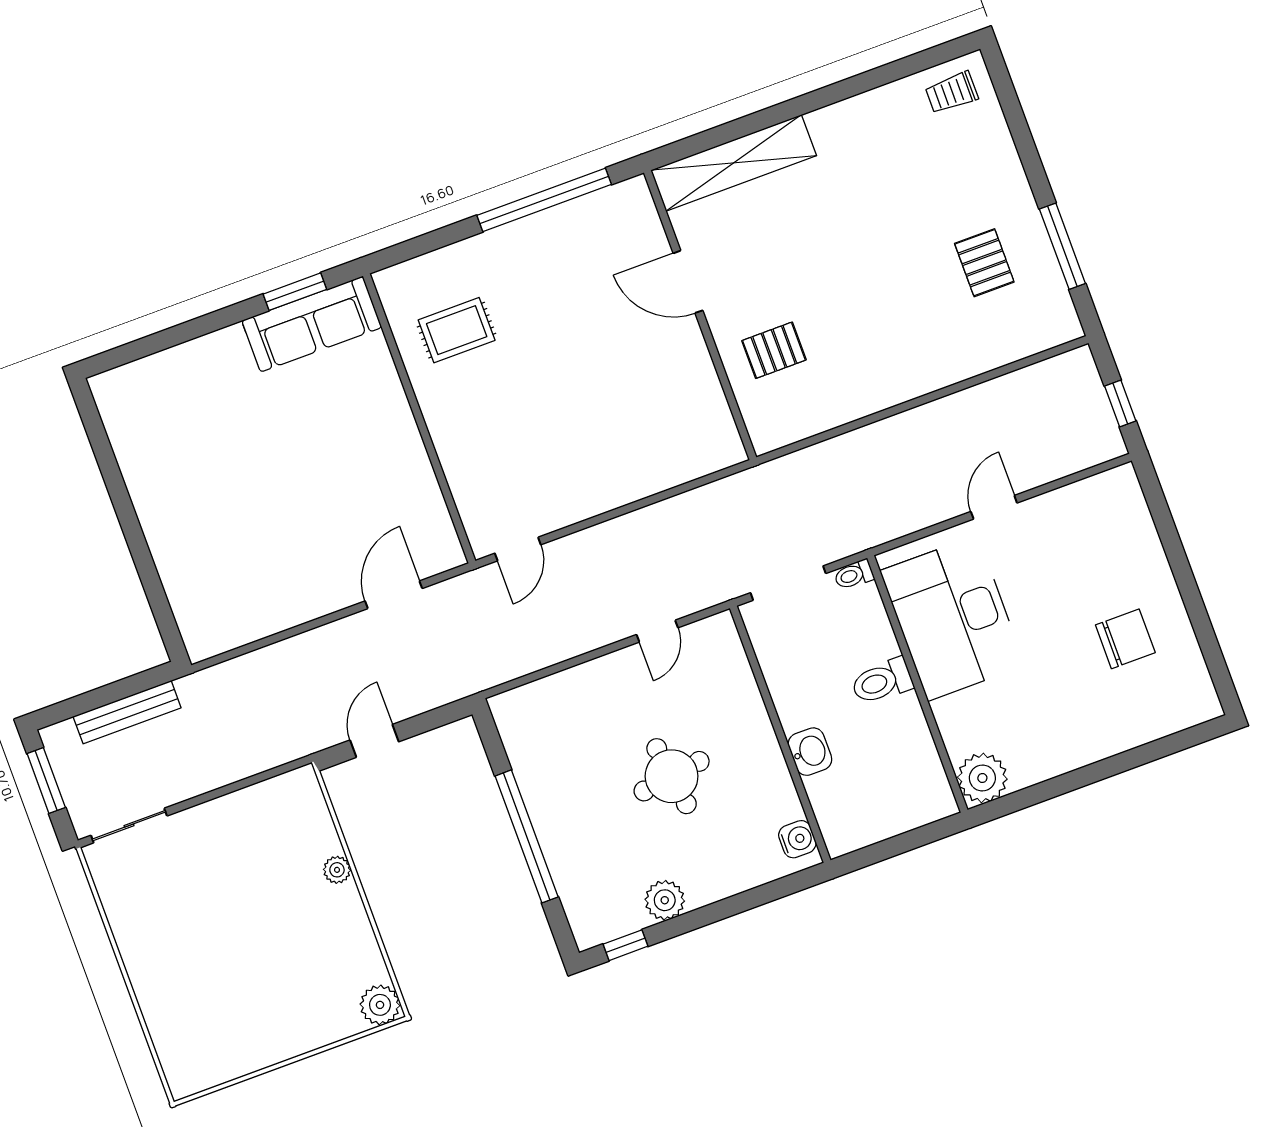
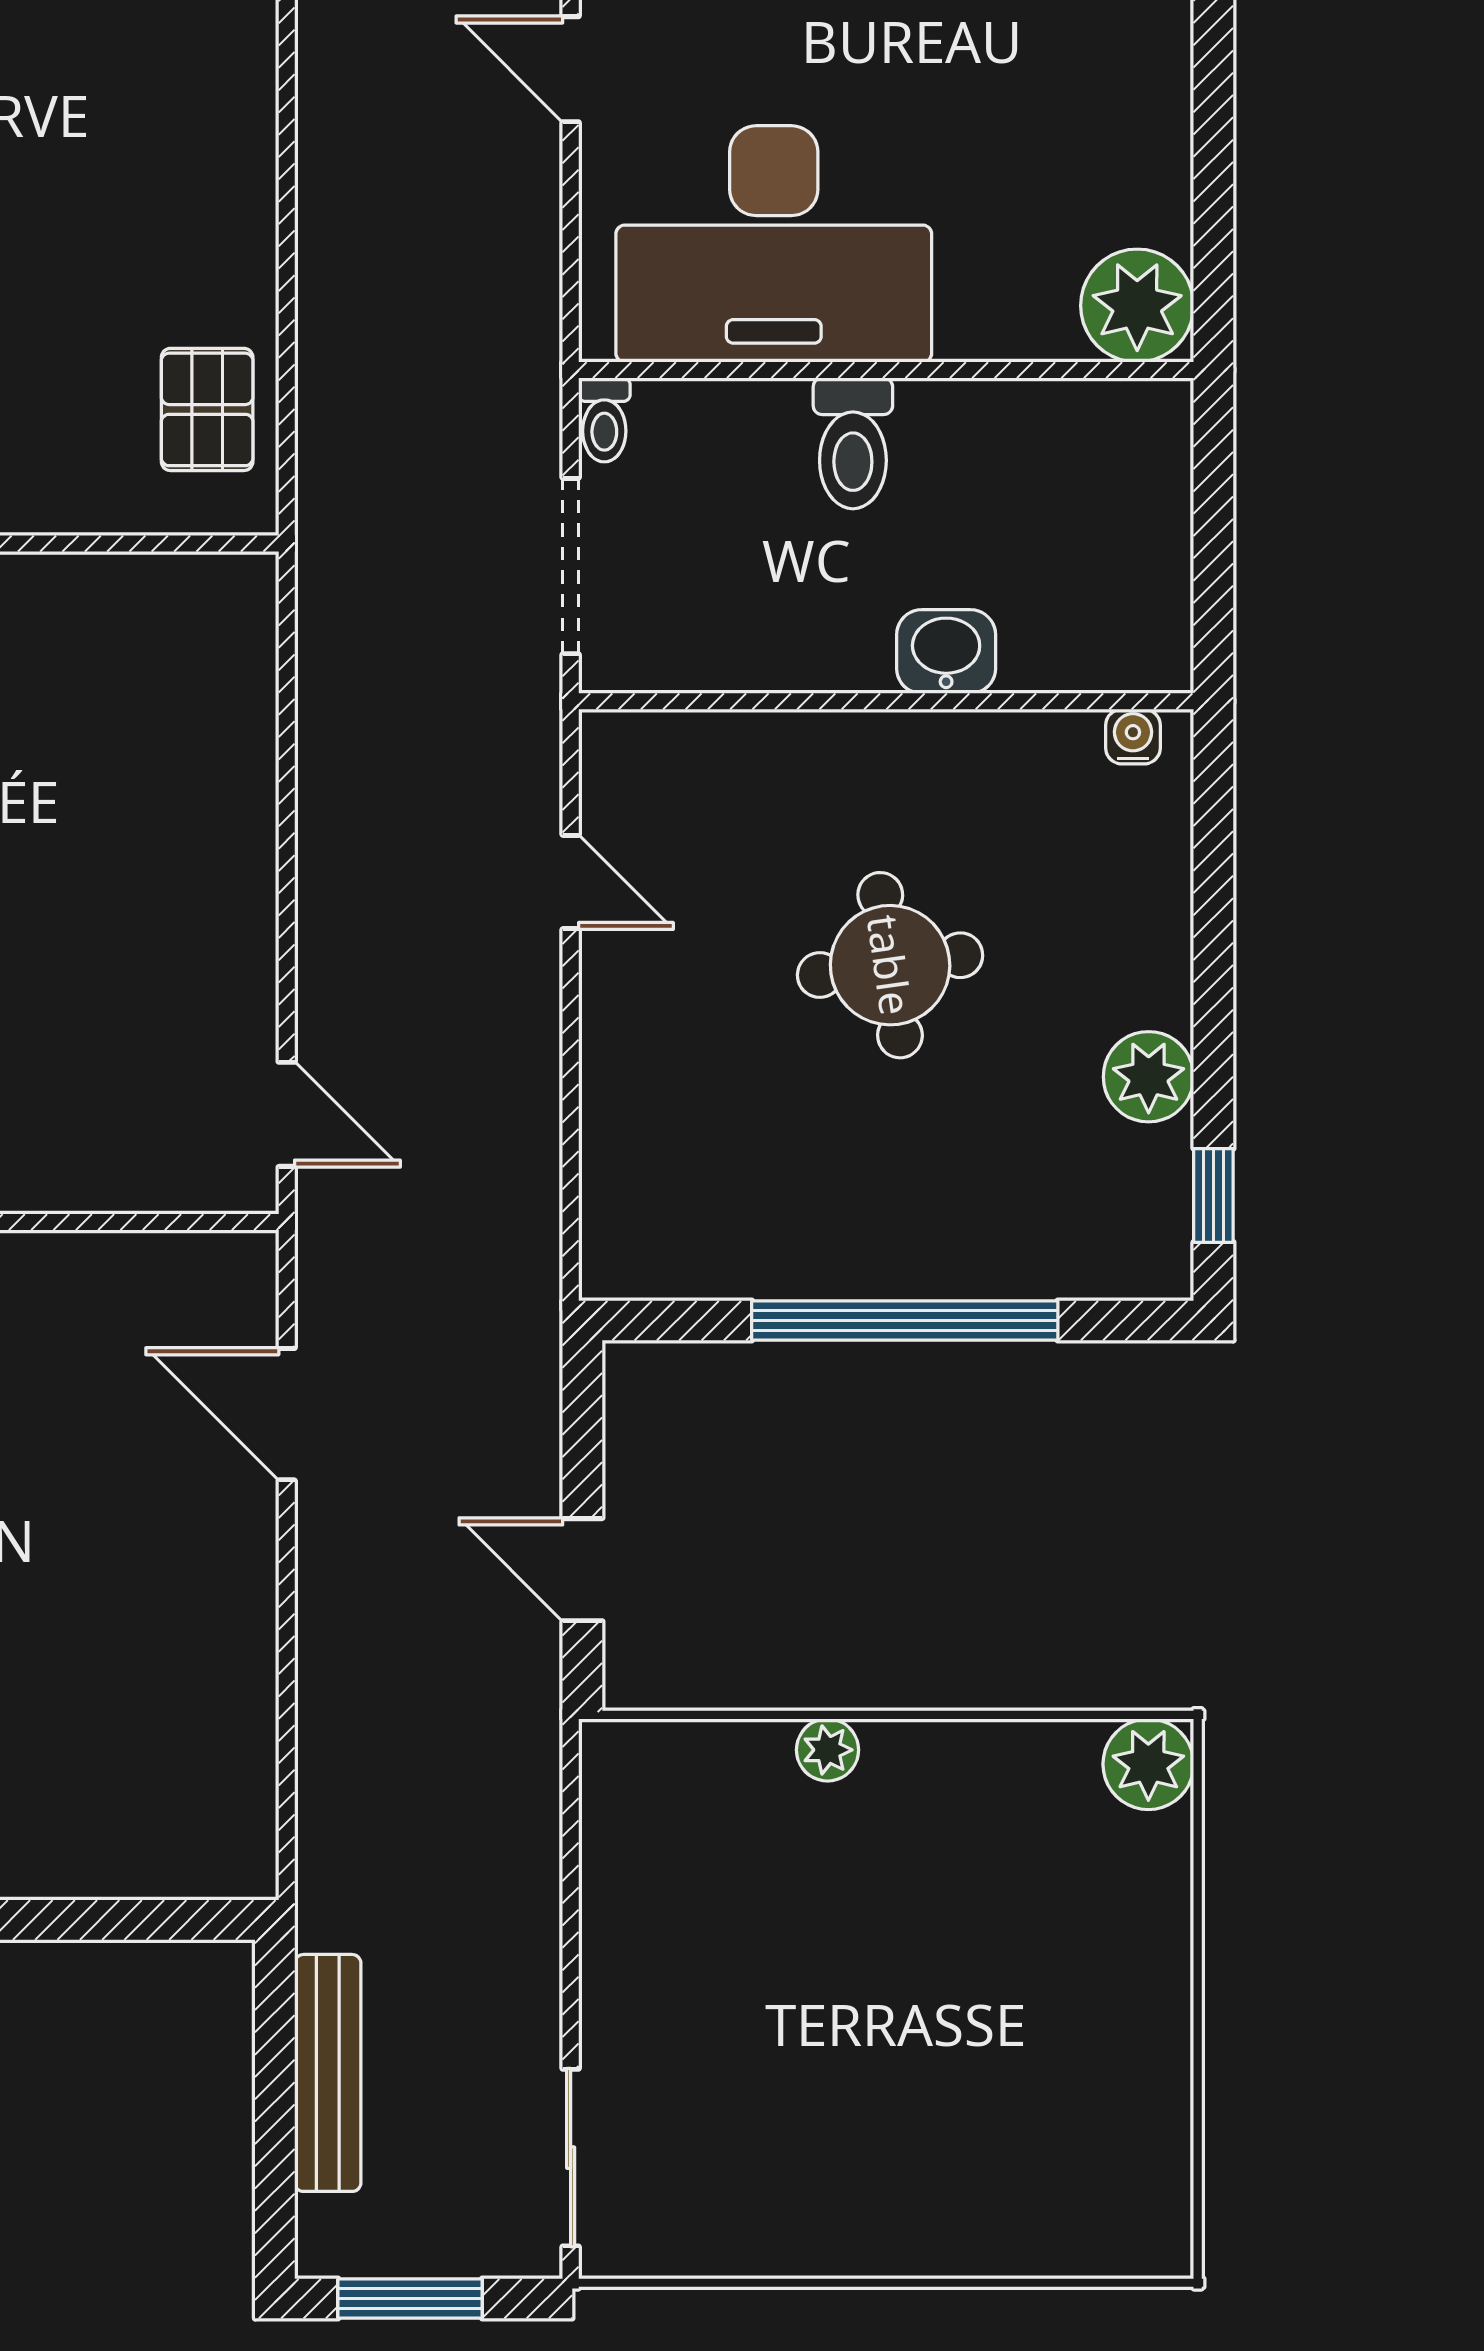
pallet: (774, 350) -> (207, 409), moved
water cooler: (797, 839) -> (1133, 737), width x0.72, depth x0.72

